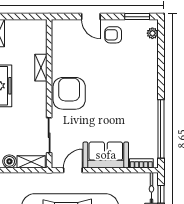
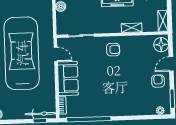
floor lamp: (65, 29) -> (161, 45), added
armchair: (69, 93) -> (113, 50), width x0.53, depth x0.53
shelving: (31, 162) -> (163, 21), moved

